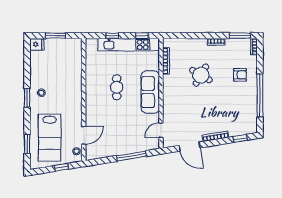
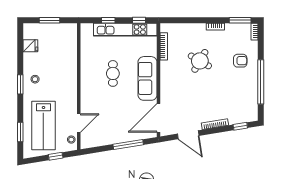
fridge: (37, 44) -> (30, 46), moved
door: (161, 130) -> (159, 118), width x1.88

